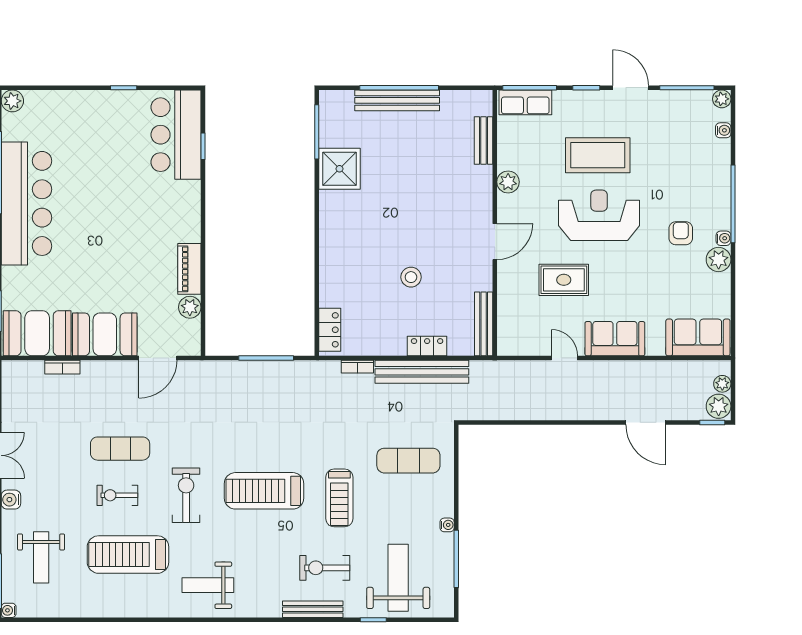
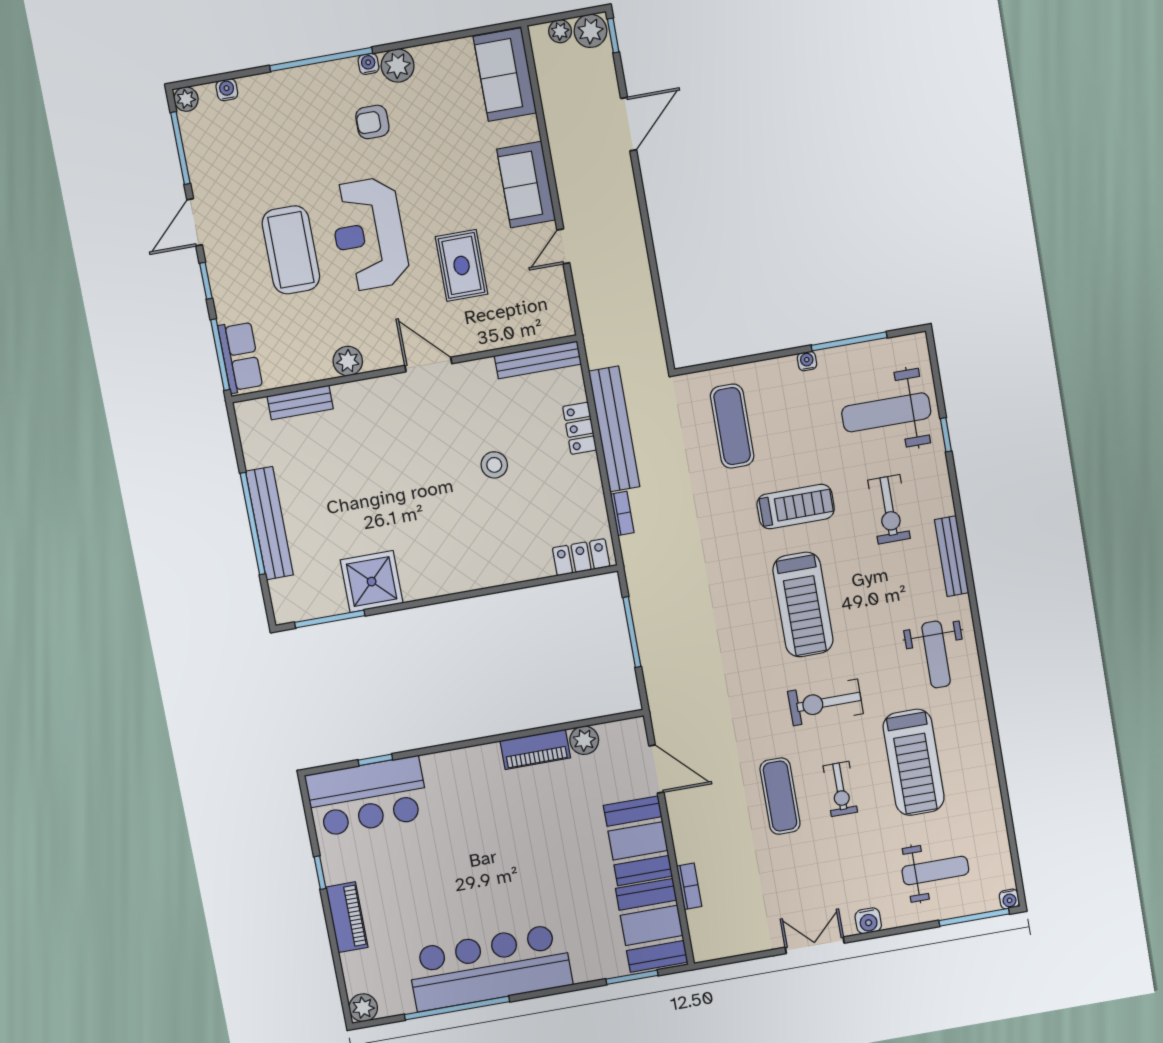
piano: (85, 102) -> (347, 917), added
bench: (313, 609) -> (952, 556), moved

